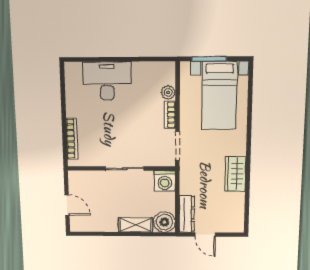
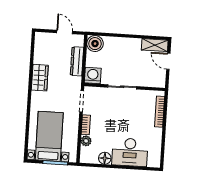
floor lamp: (141, 70) -> (105, 158), added
dresser: (187, 214) -> (77, 61), moved
shelving: (135, 225) -> (155, 45), moved

